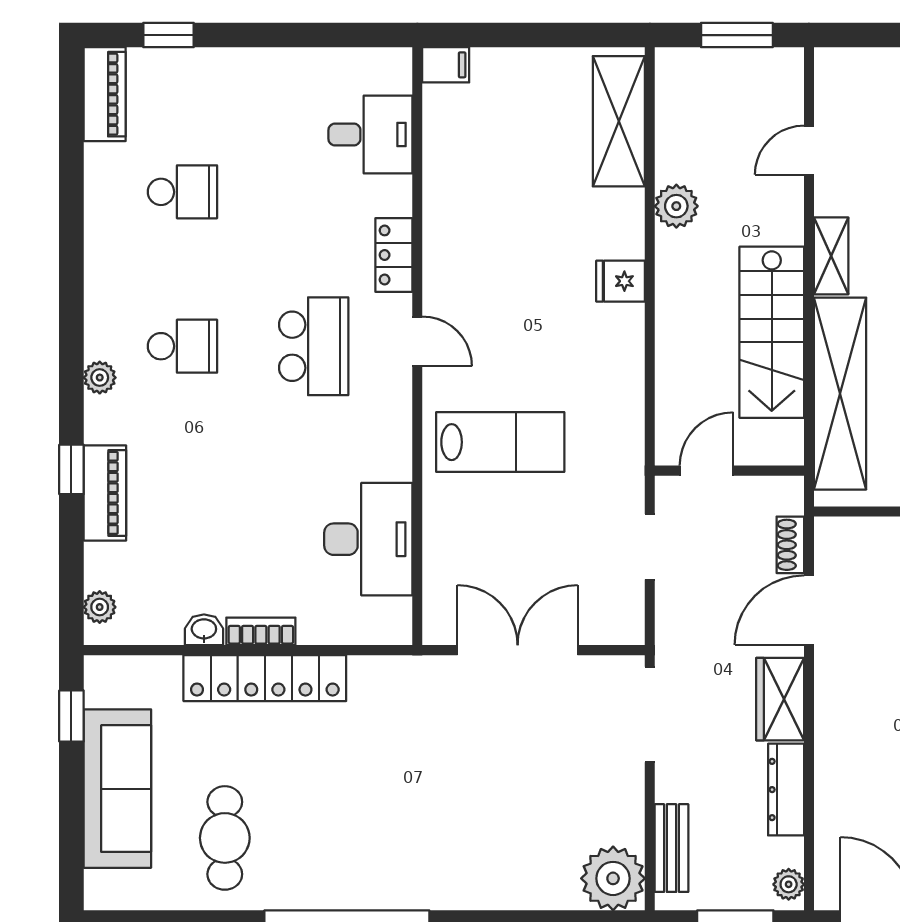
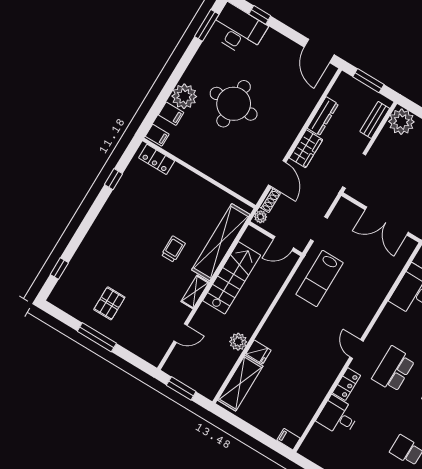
desk: (370, 134) -> (338, 416), moved
fridge: (621, 281) -> (258, 352), moved
lab bench: (500, 442) -> (320, 279), moved, turned -90
door: (809, 610) -> (277, 174), hinge flipped
plant: (789, 884) -> (261, 217), moved

